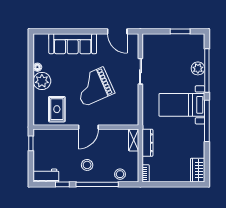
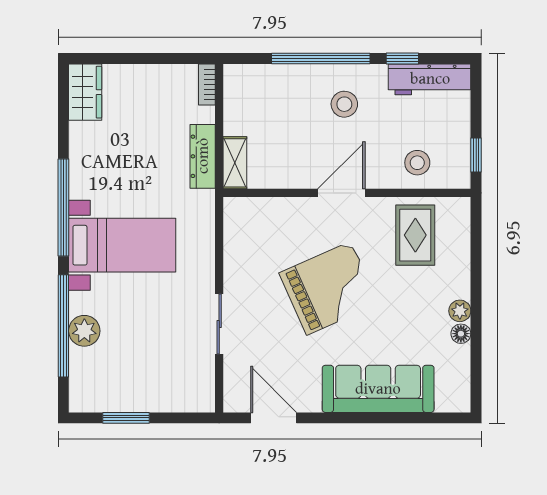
plant: (42, 81) -> (460, 311), width x0.53, depth x0.53
stool: (120, 174) -> (417, 163), moved
workbench: (46, 176) -> (430, 79), width x1.38

